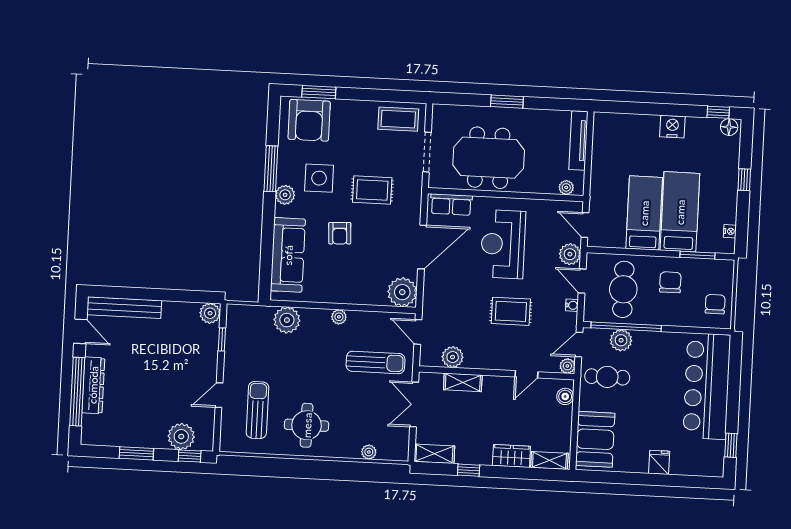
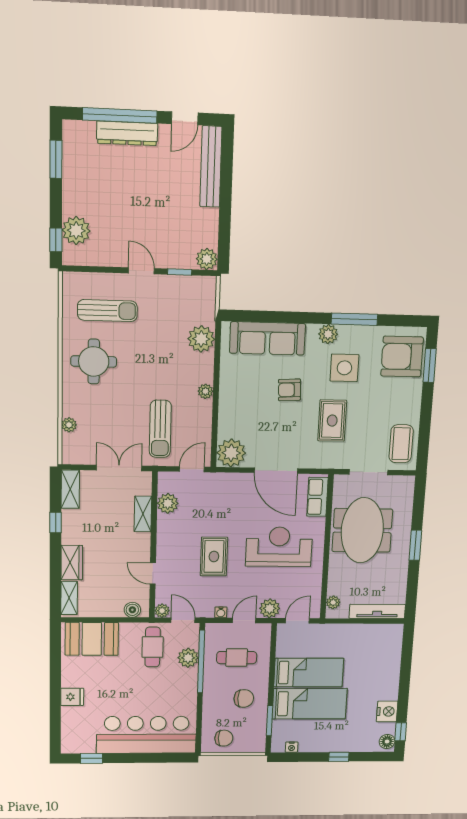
nightstand: (672, 127) -> (387, 711), moved
cafe table: (623, 289) -> (237, 658), width x0.73, depth x0.74
door: (219, 395) -> (141, 271), moved
window: (136, 453) -> (56, 159), moved

